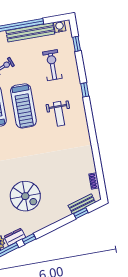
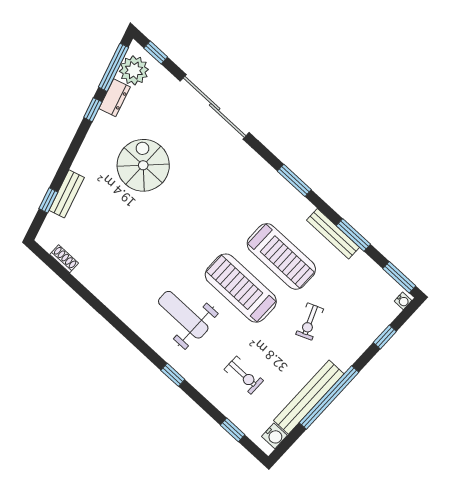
exercise bike: (52, 65) -> (244, 375), width x0.73, depth x0.72
weight bench: (59, 114) -> (183, 315), width x1.36, depth x1.33
spiral stairs: (25, 196) -> (143, 165), turned 90
bench: (82, 204) -> (67, 194), moved

